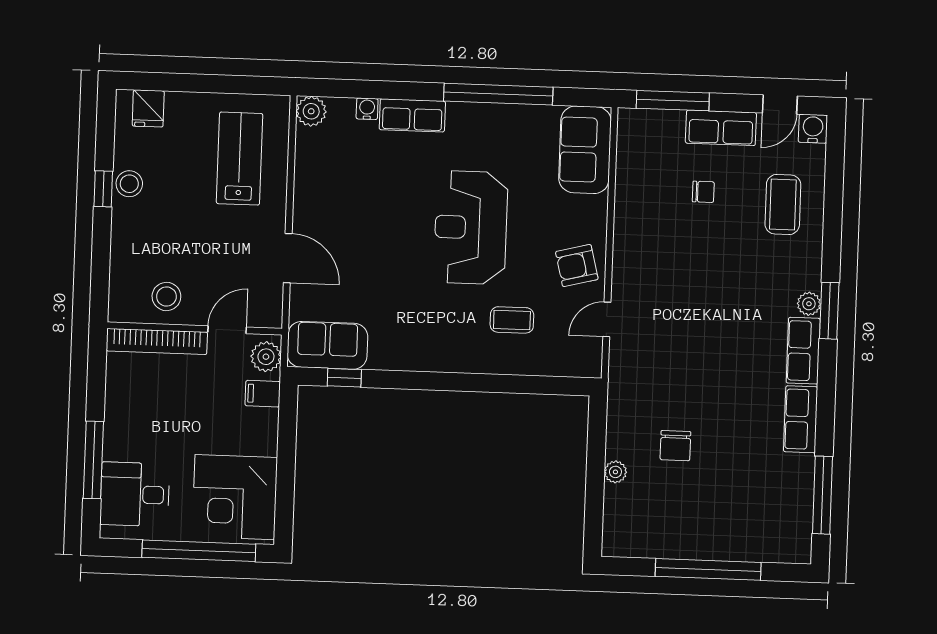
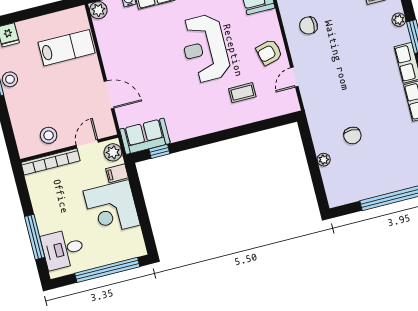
lab bench: (240, 159) -> (67, 48), turned 90
chair: (656, 240) -> (308, 25), added
plant: (809, 304) -> (399, 20), moved
corner desk: (235, 497) -> (112, 208), moved

